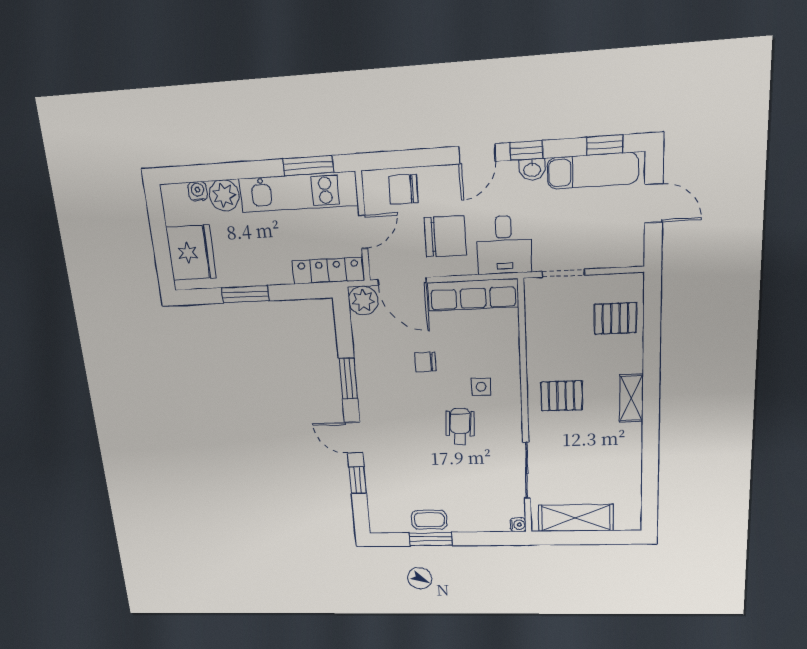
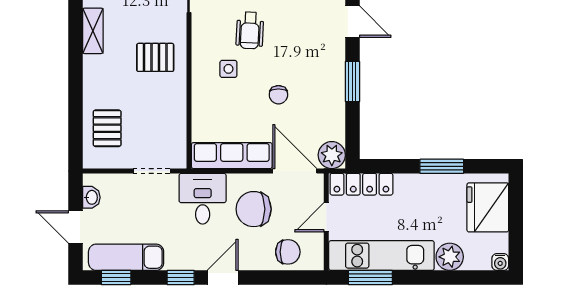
washbasin: (532, 169) -> (91, 197), moved, turned 90
water cooler: (198, 191) -> (500, 262), moved
pallet: (615, 318) -> (107, 128), turned 90
chair: (425, 362) -> (278, 95), turned 90
shelving: (631, 398) -> (93, 31), moved

